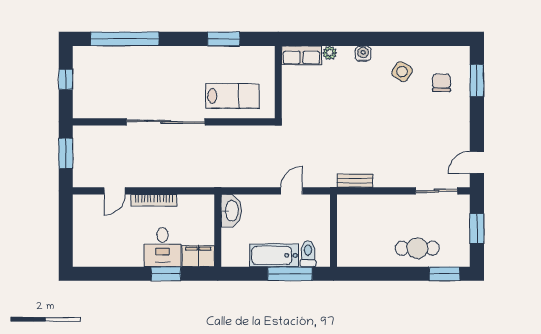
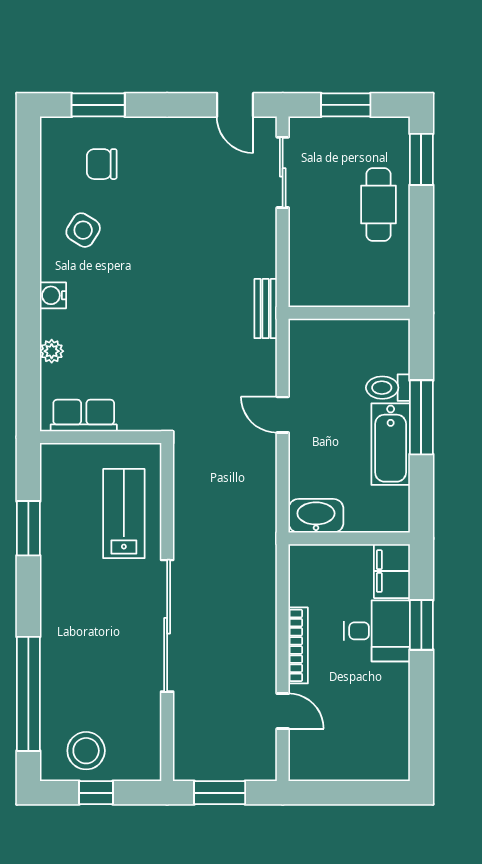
row of seats: (301, 55) -> (84, 416), moved, turned -90
stool: (91, 73) -> (86, 751), added
wall: (334, 231) -> (349, 313), moved

